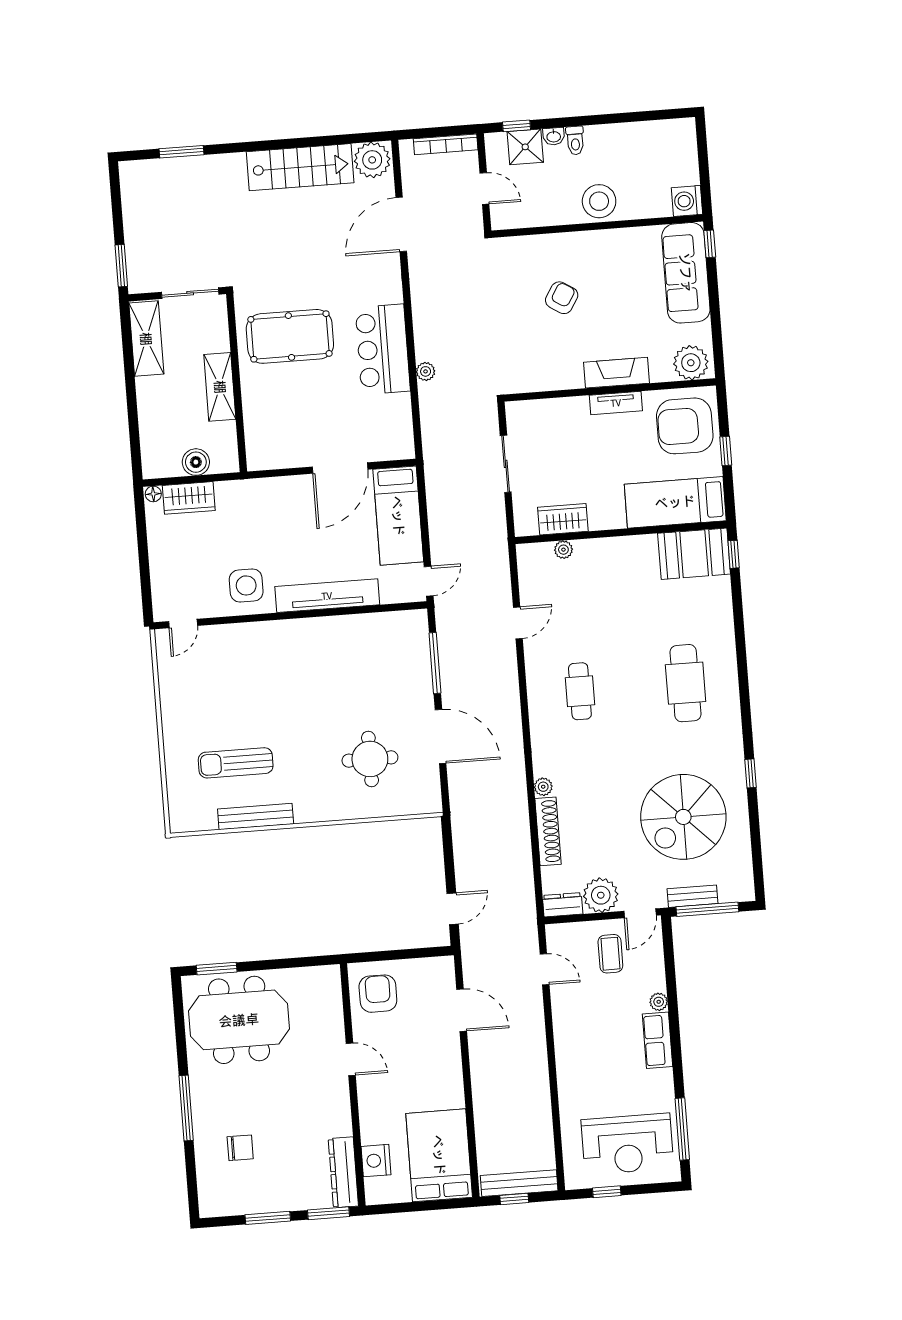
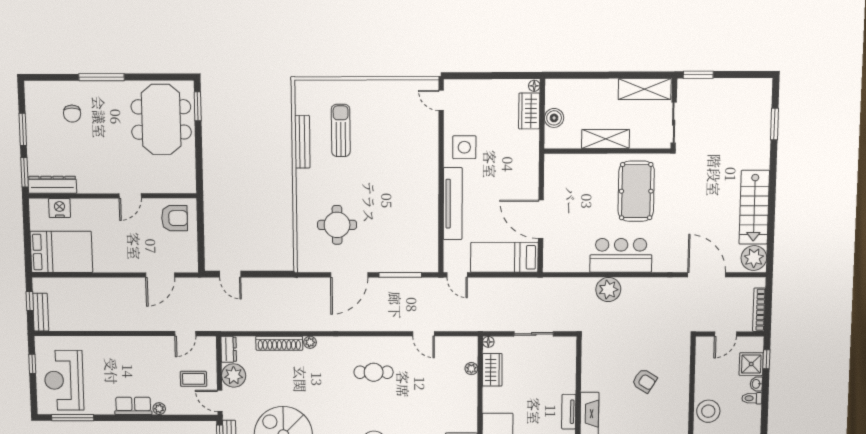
plant: (426, 371) -> (608, 290), width x1.87, depth x1.87
floor lamp: (522, 528) -> (488, 342), added
bench: (519, 1183) -> (41, 312), width x0.73

